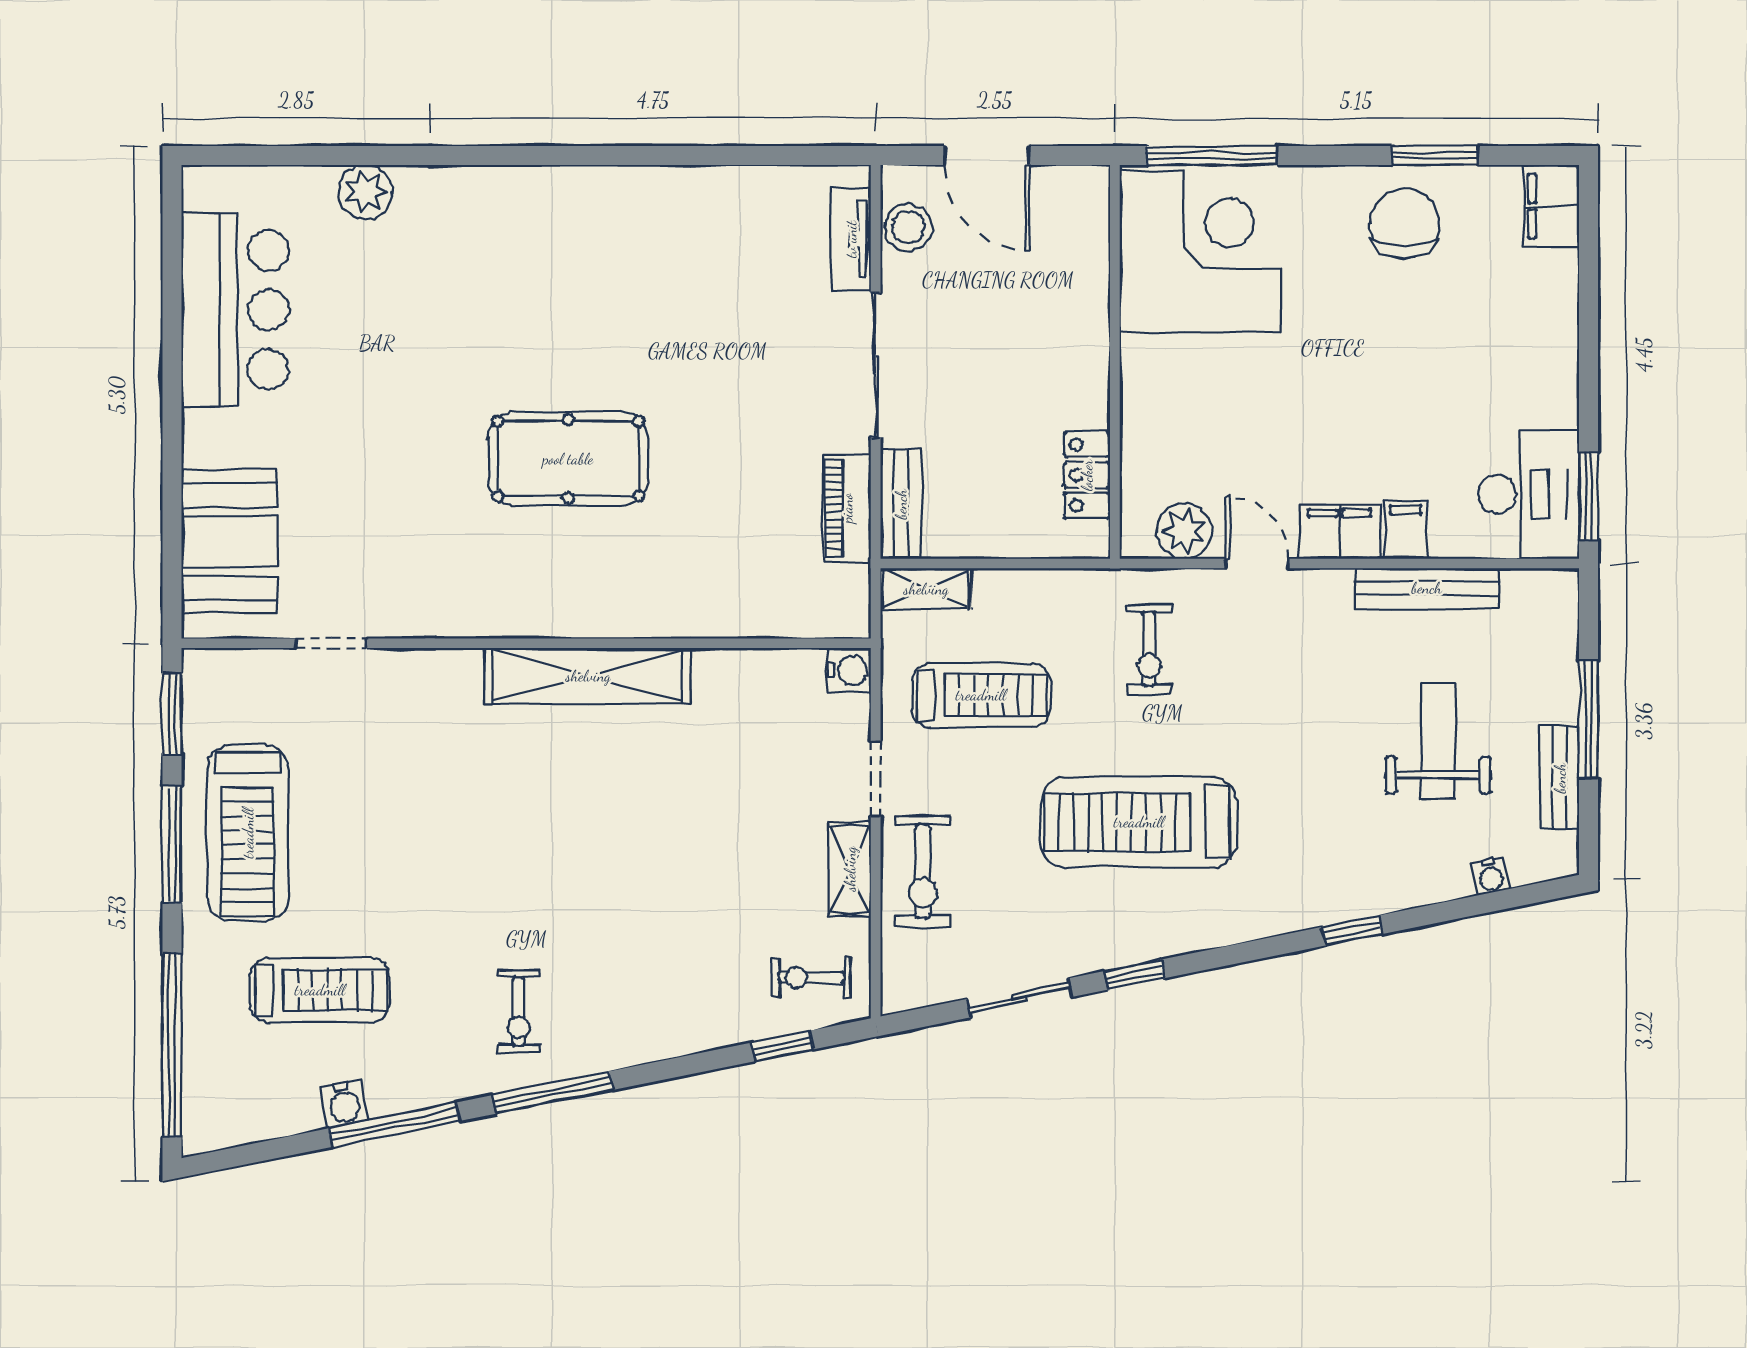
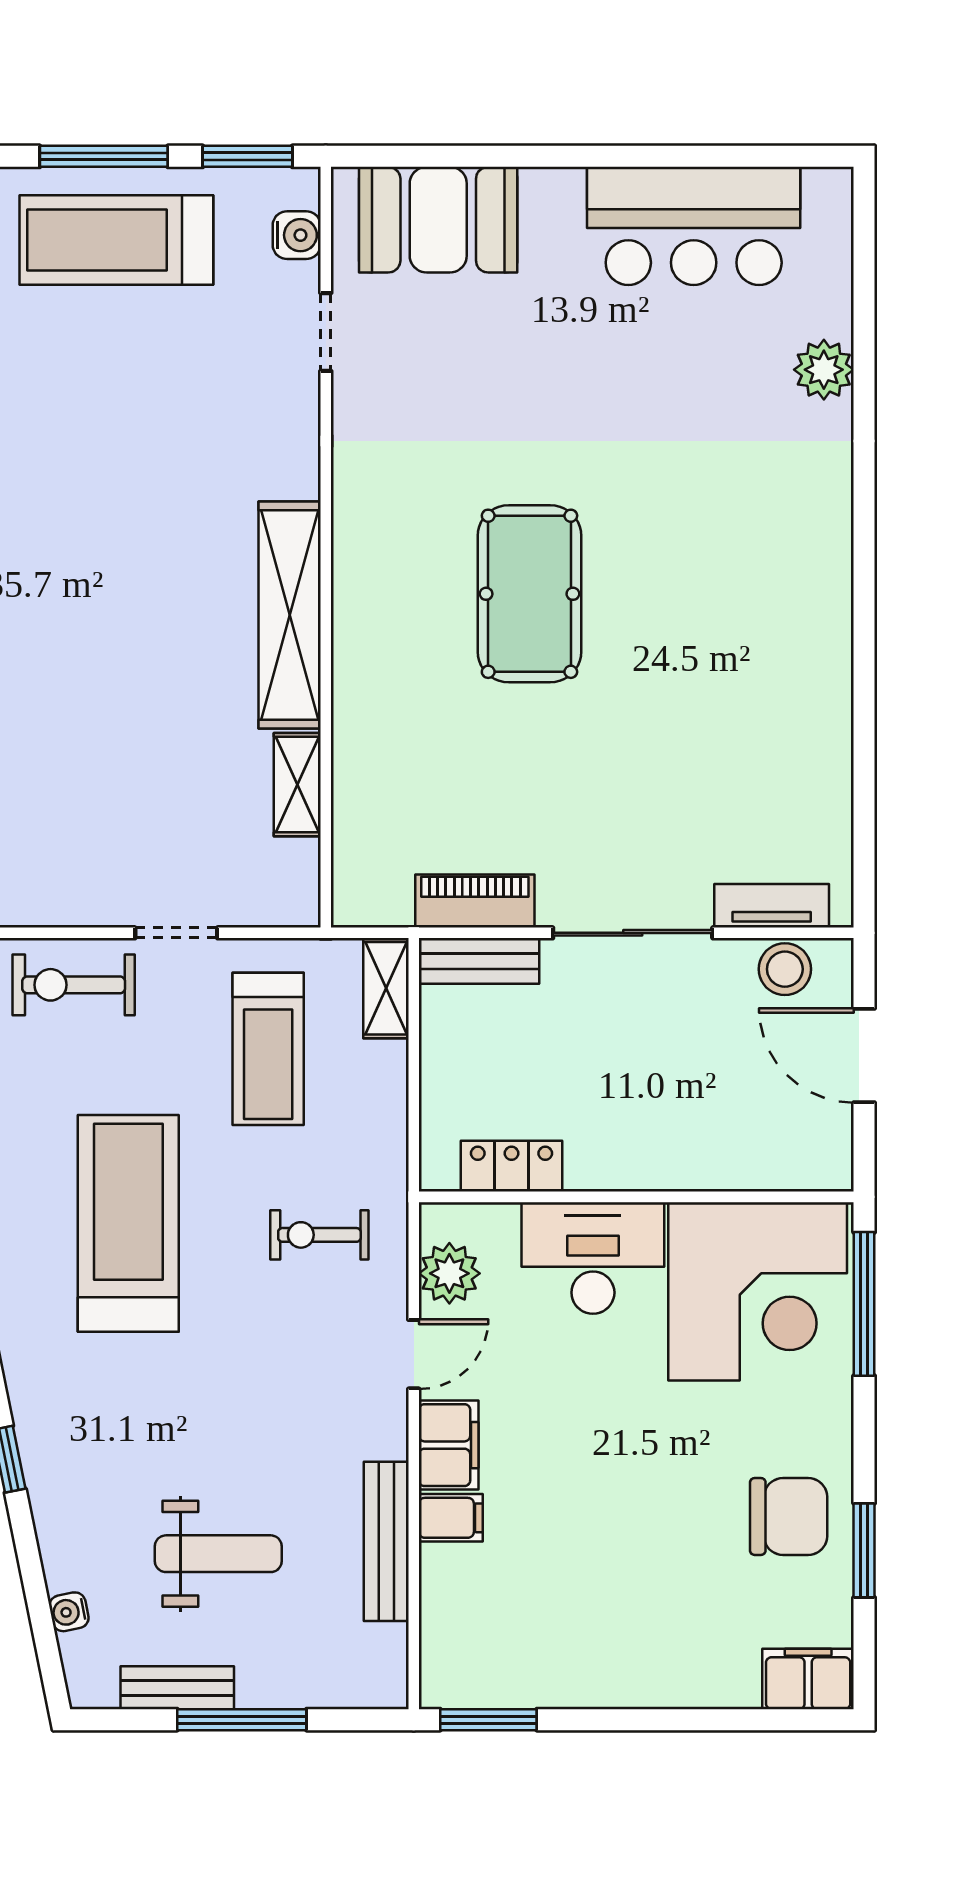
door: (987, 155) -> (864, 1055), hinge flipped
desk: (1528, 494) -> (593, 1258), moved, turned 180
water cooler: (849, 670) -> (297, 235), moved, turned -90
shelving: (850, 869) -> (297, 785), moved, turned 90

